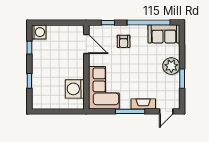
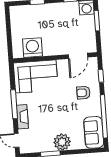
window: (52, 23) -> (97, 21), added

